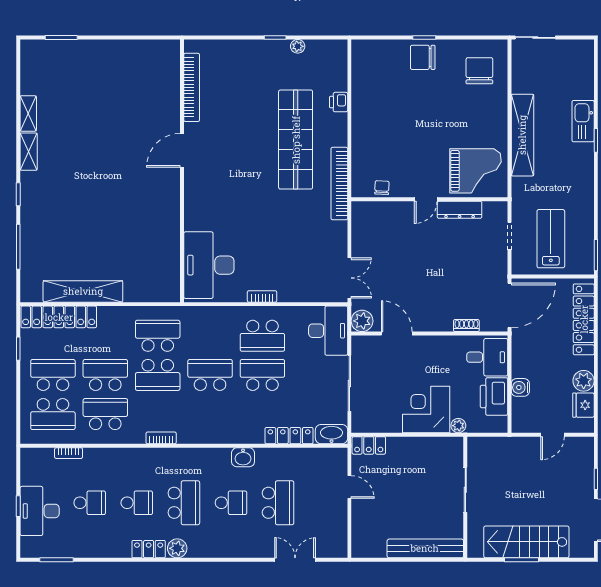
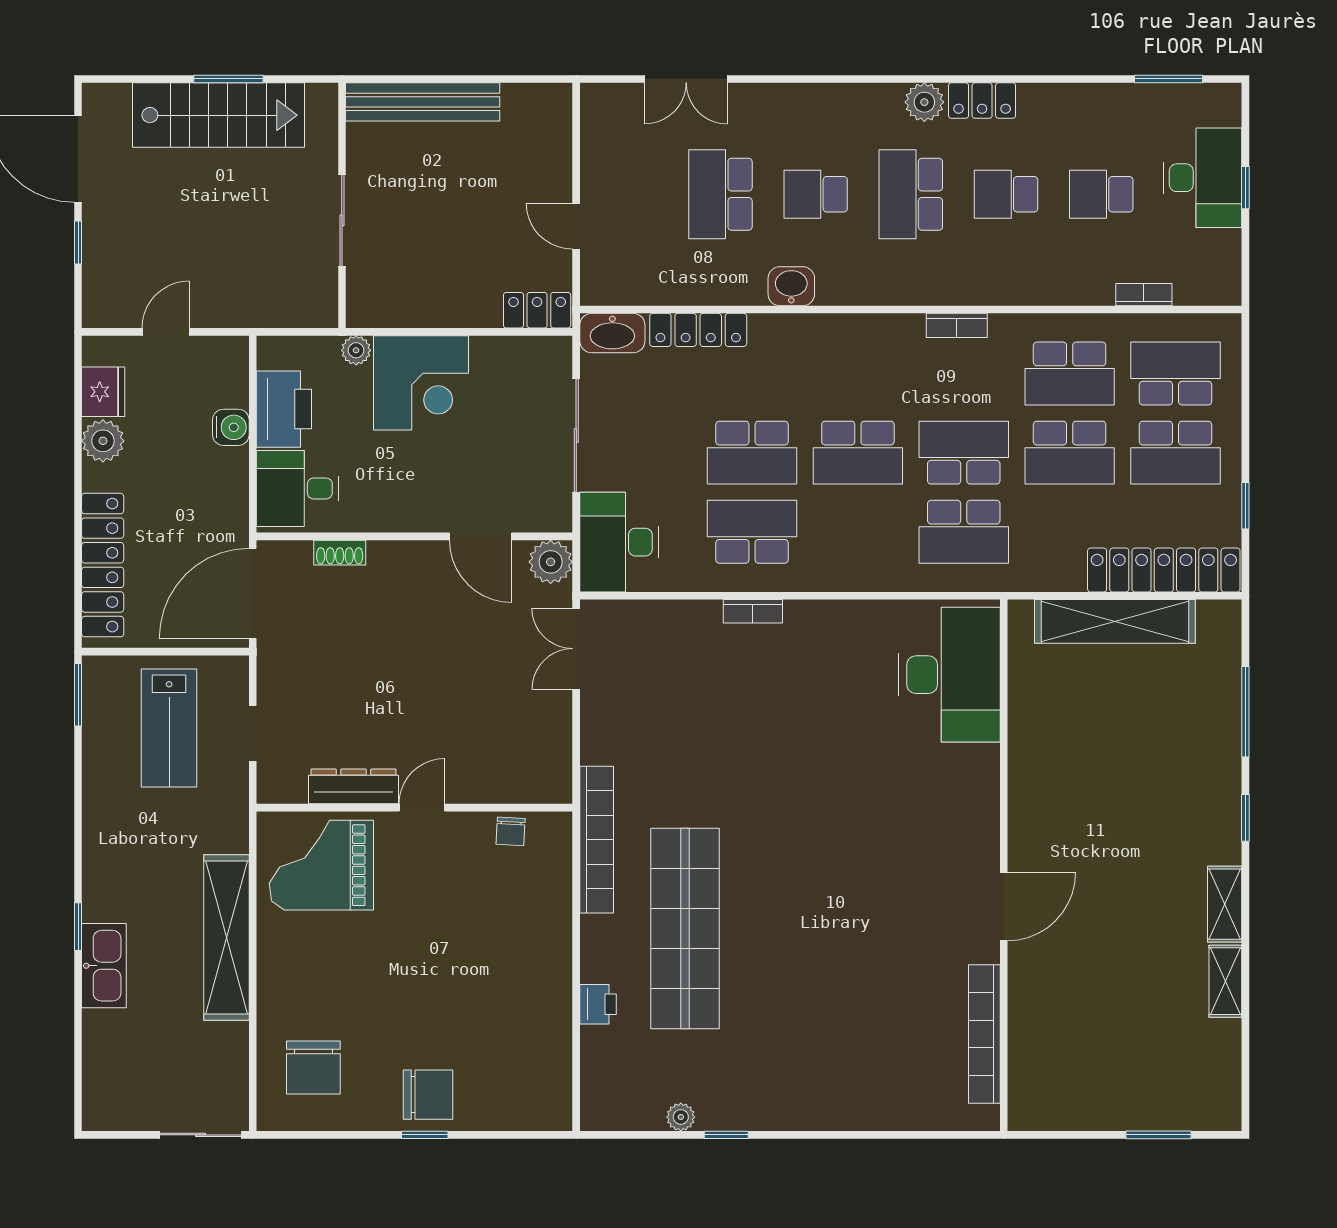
bookcase: (192, 87) -> (984, 1034), moved
door: (182, 150) -> (1004, 907), moved
wall: (182, 171) -> (1004, 865), moved
desk: (209, 265) -> (949, 675), moved

